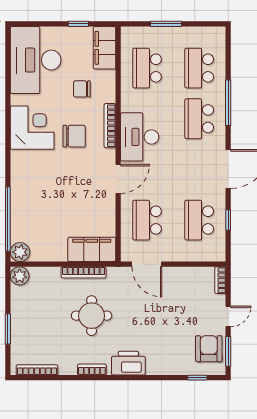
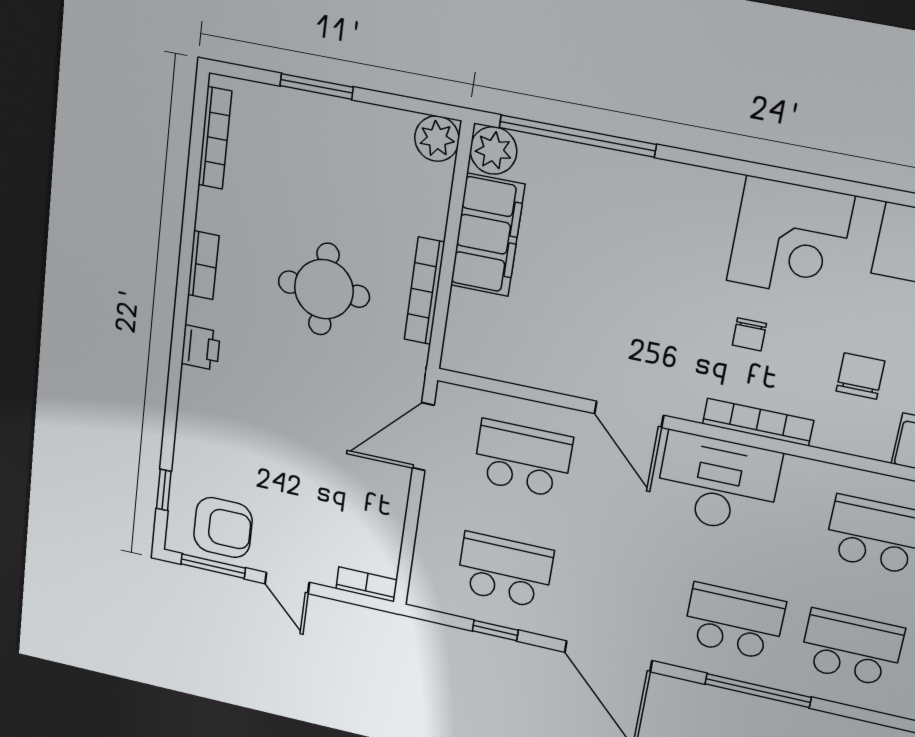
chair: (74, 136) -> (749, 334), width x0.54, depth x0.54
filing cabinet: (92, 249) -> (488, 235), moved
printer: (128, 363) -> (201, 348), width x0.53, depth x0.68

